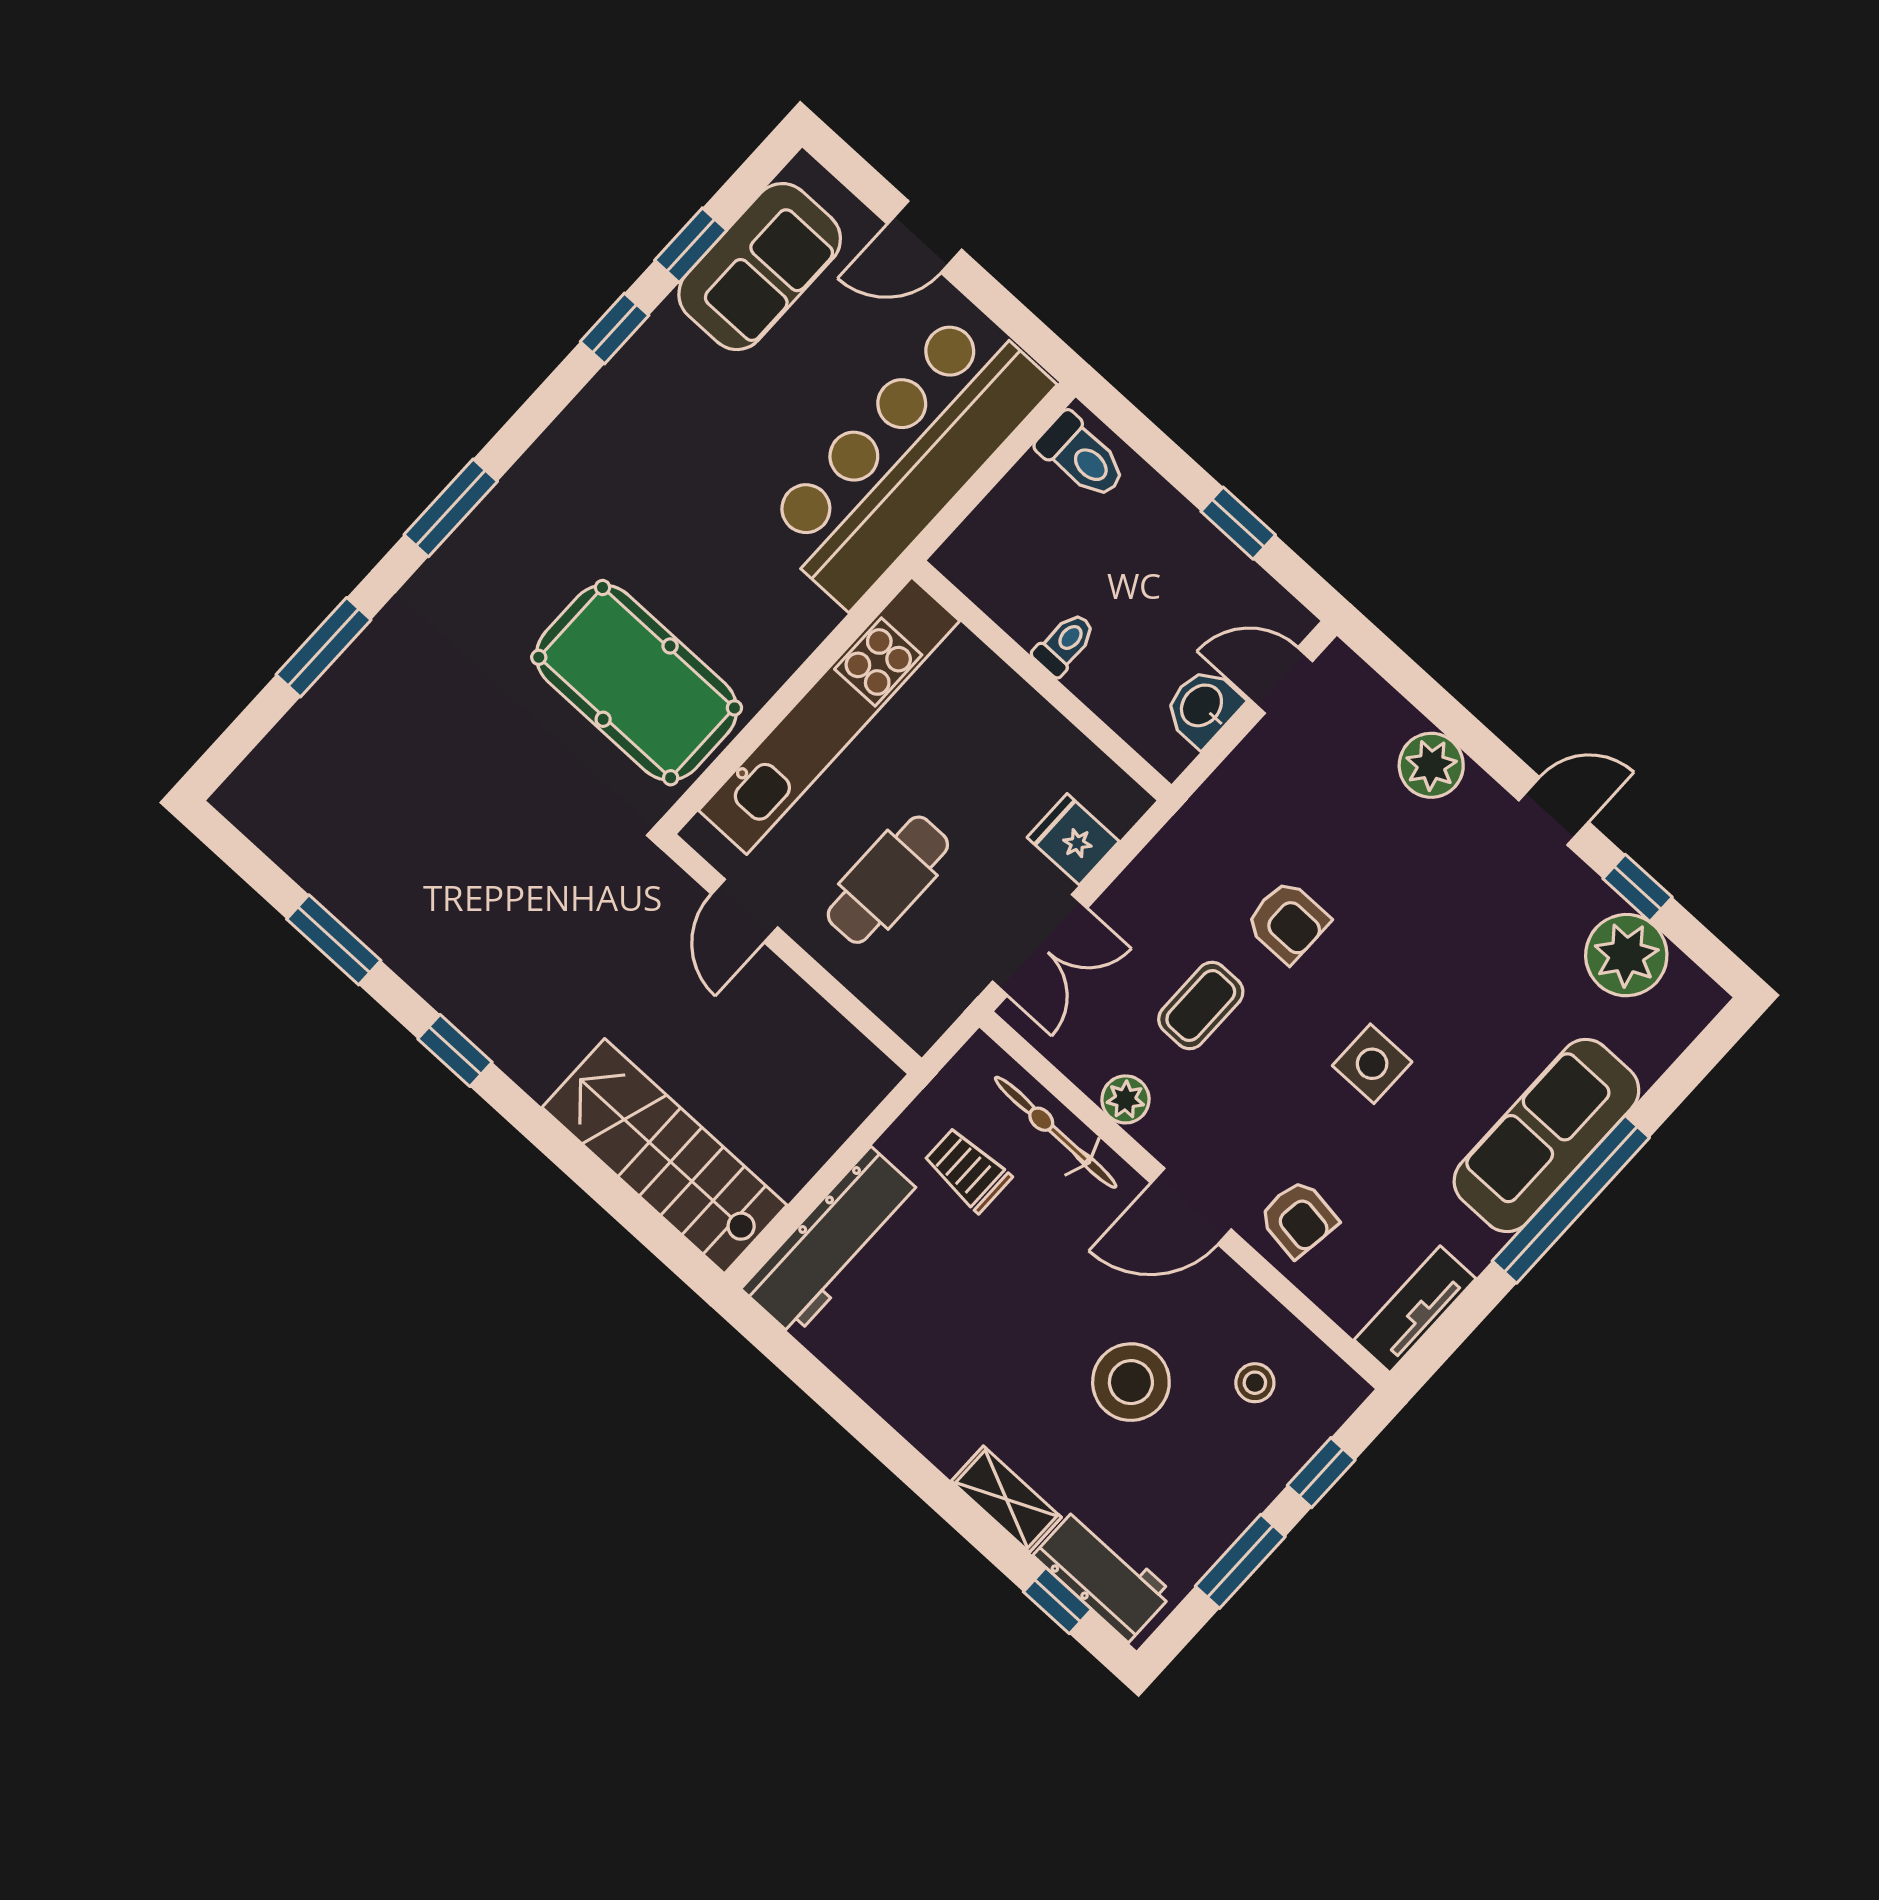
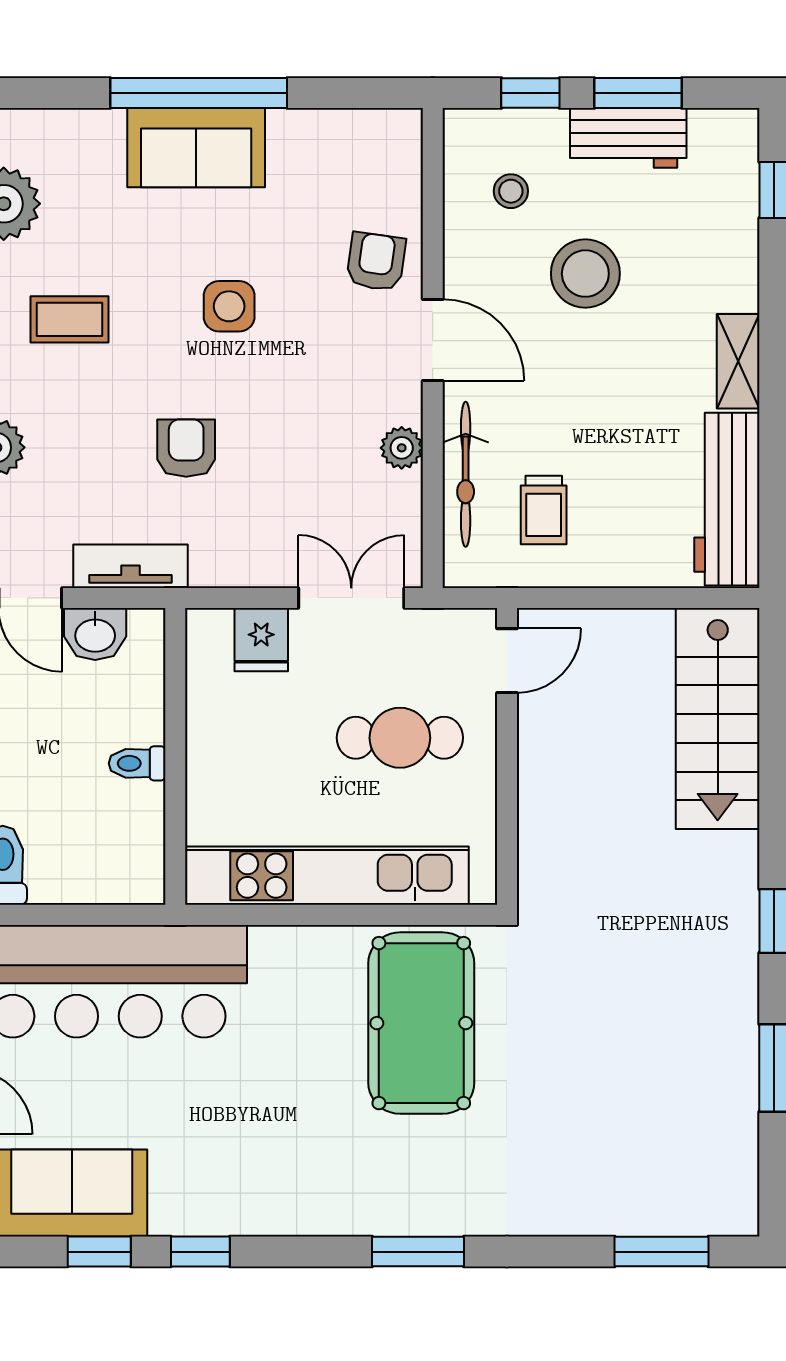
window: (323, 647) -> (661, 1252), moved
door: (745, 911) -> (507, 661), moved
coffee table: (1201, 1005) -> (69, 319), moved
sofa: (1546, 1136) -> (196, 148), width x0.73
workbench: (833, 1242) -> (727, 499), moved, turned -90
tv unit: (1415, 1309) -> (130, 566), moved, turned 180
shelving: (1006, 1499) -> (738, 361), moved
workbench: (1103, 1574) -> (628, 138), moved, turned -90

